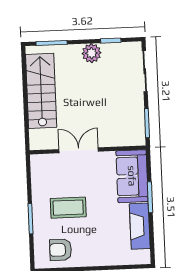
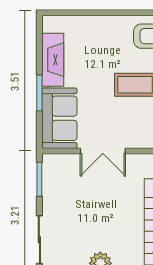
double door: (79, 150) -> (103, 151), moved

